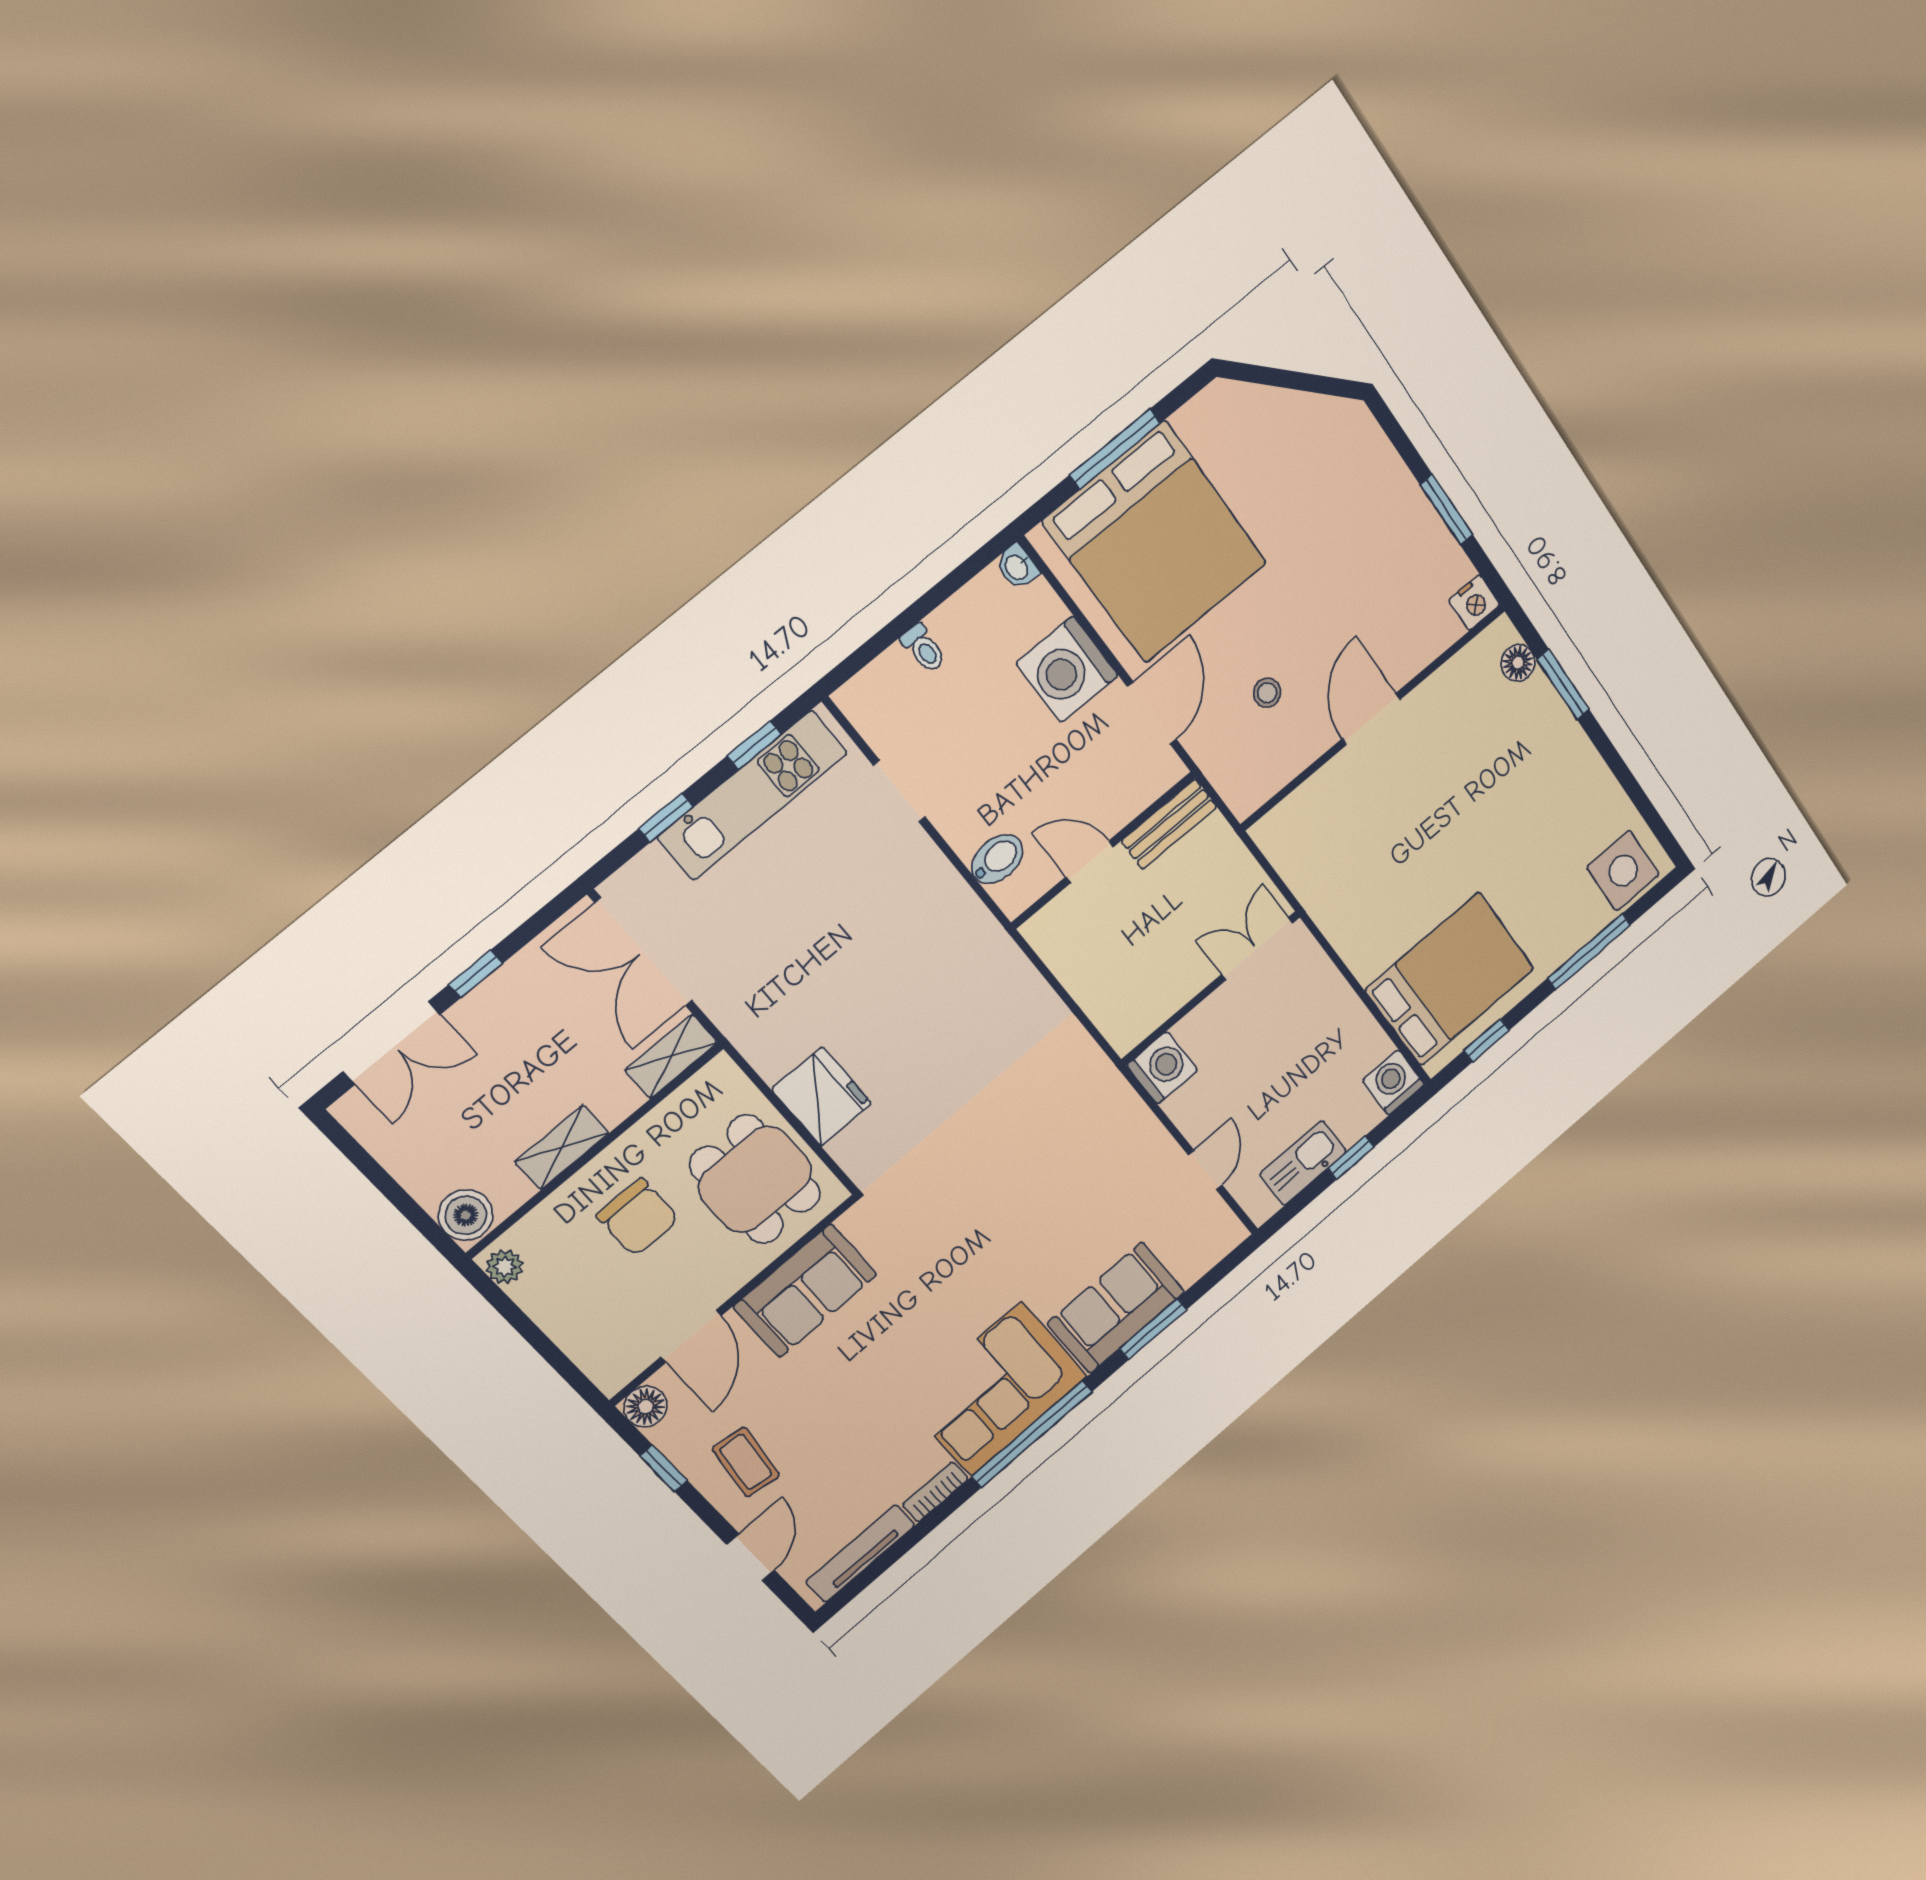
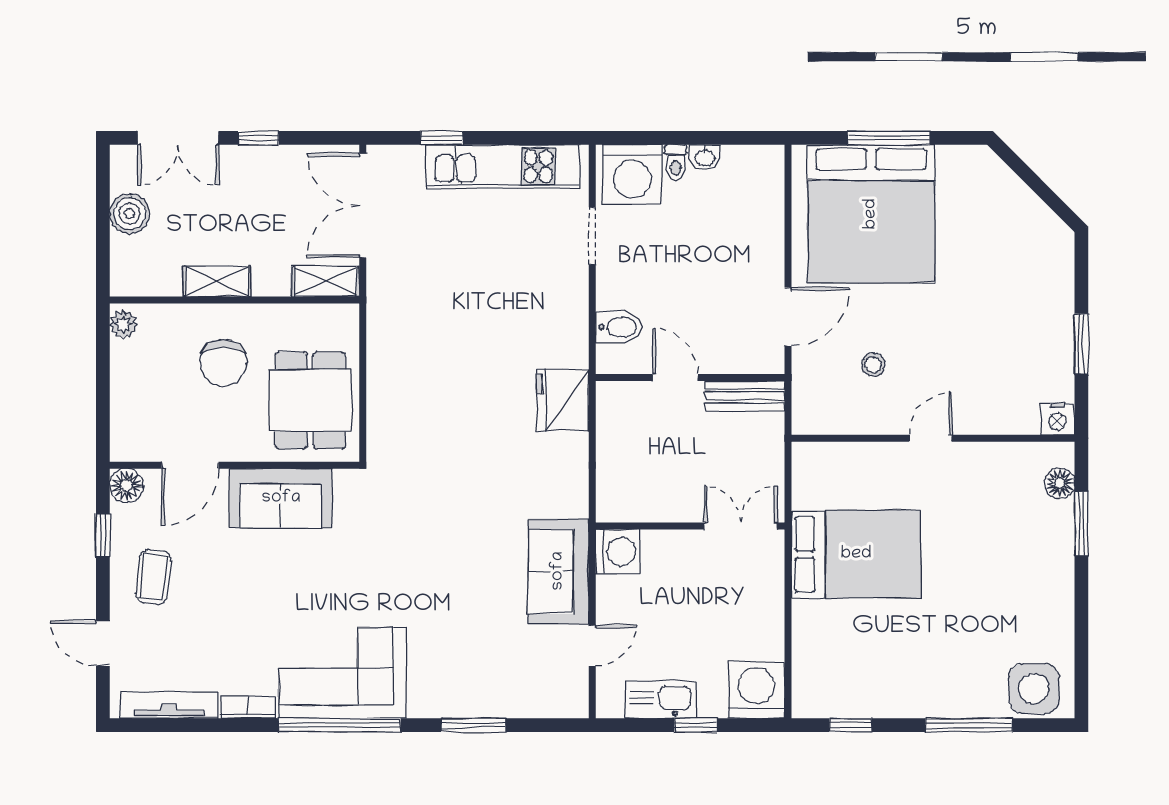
washbasin: (1017, 567) -> (705, 157), moved, turned -90
washing machine: (1067, 670) -> (632, 174), moved, turned -90
door: (1371, 719) -> (930, 438), width x0.73
window: (754, 745) -> (528, 138), removed
bed: (1450, 979) -> (856, 554), moved
washing machine: (1393, 1082) -> (756, 690), width x1.37, depth x1.37
fridge: (822, 1096) -> (562, 400), moved, turned 180
boiler: (466, 1215) -> (129, 214), moved
sofa: (1116, 1308) -> (558, 571), moved, turned -90
door: (751, 1557) -> (103, 643), swing flipped

